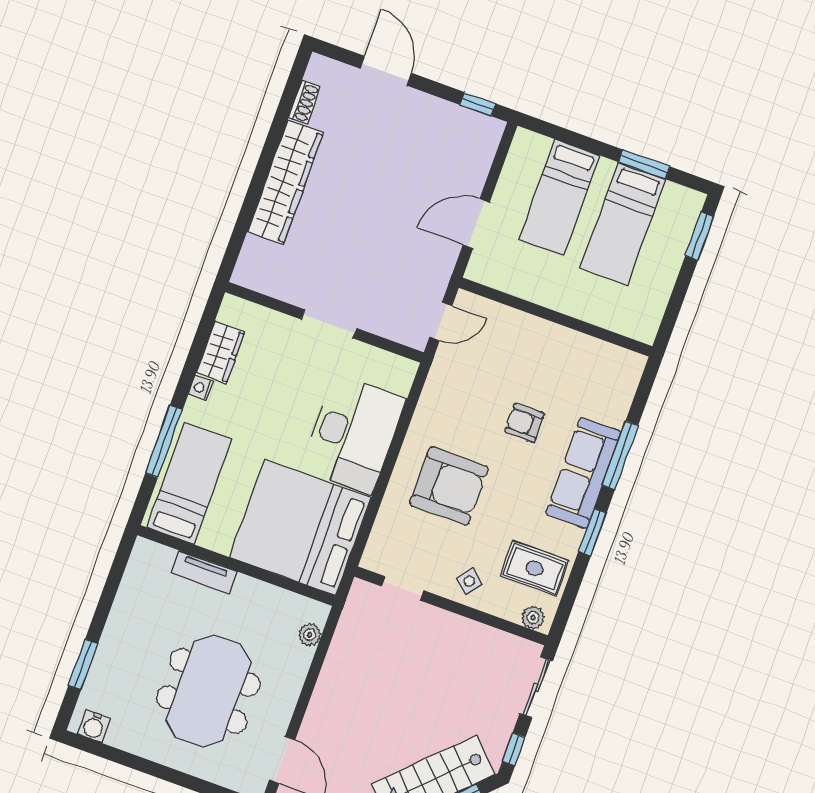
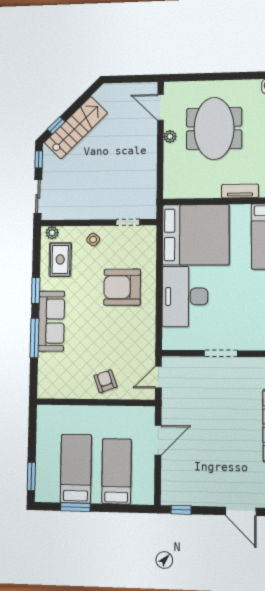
armchair: (525, 423) -> (105, 381), moved, turned -110
rug: (535, 568) -> (60, 259), turned 90
plant: (310, 635) -> (170, 136), moved

